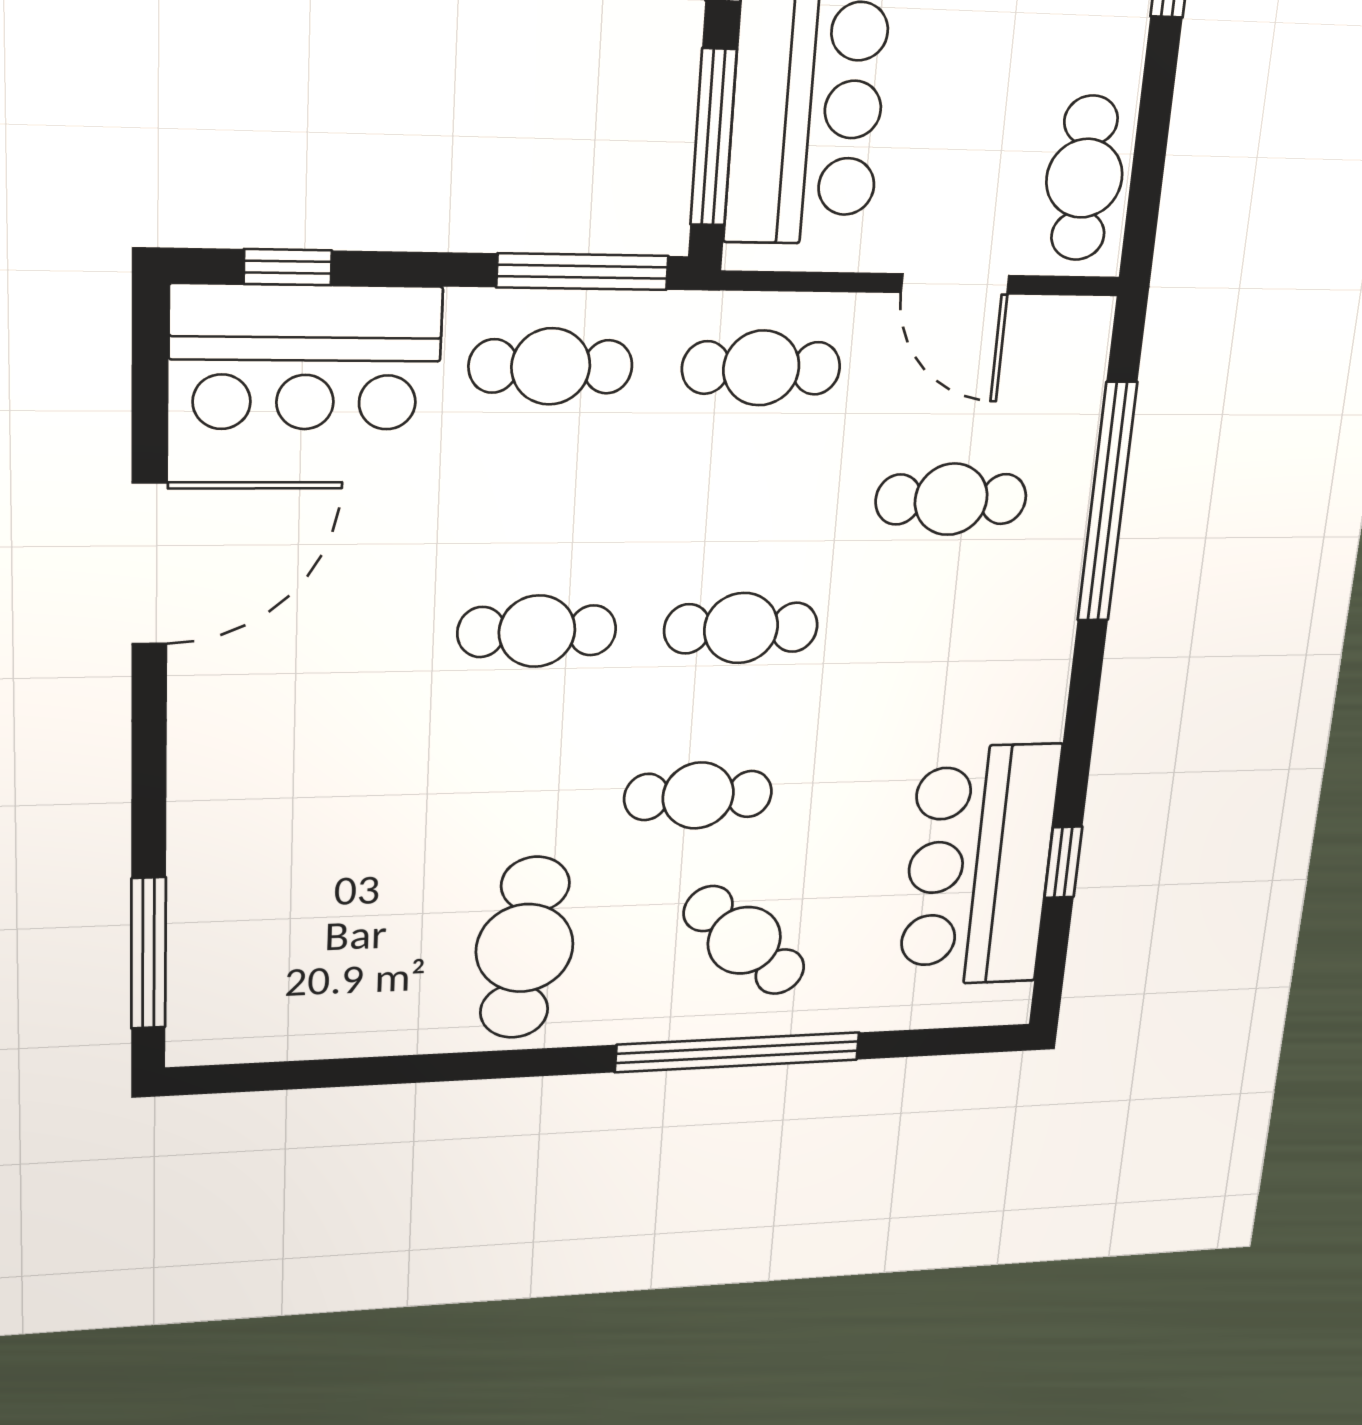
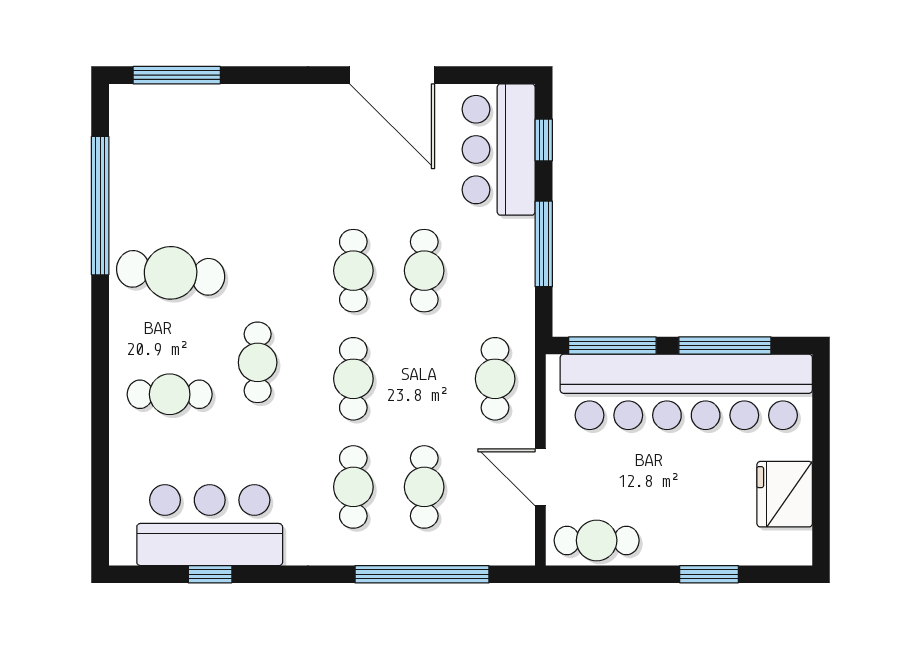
window: (583, 272) -> (544, 244), moved
door: (955, 284) -> (540, 477), hinge flipped
cafe table: (551, 366) -> (424, 271), moved
cafe table: (938, 625) -> (353, 487), added
cafe table: (744, 940) -> (170, 394), turned 47
window: (738, 1052) -> (100, 206), moved

